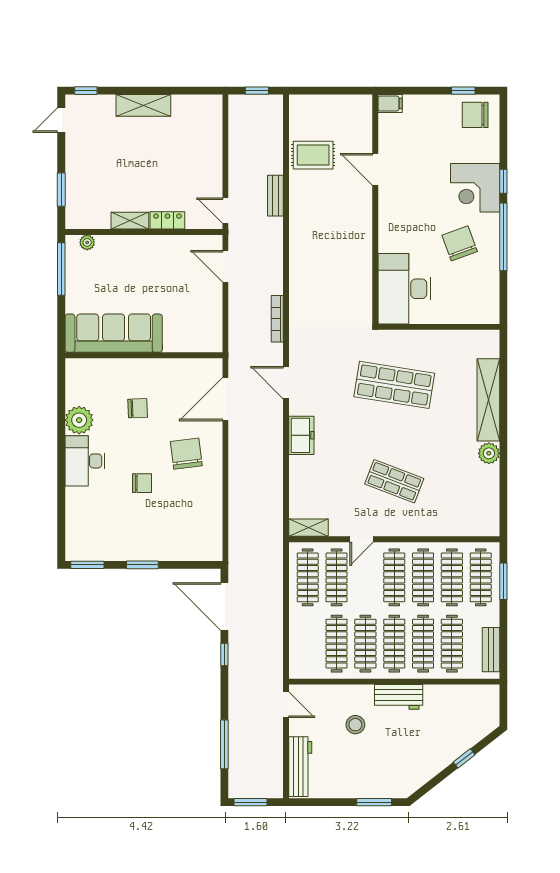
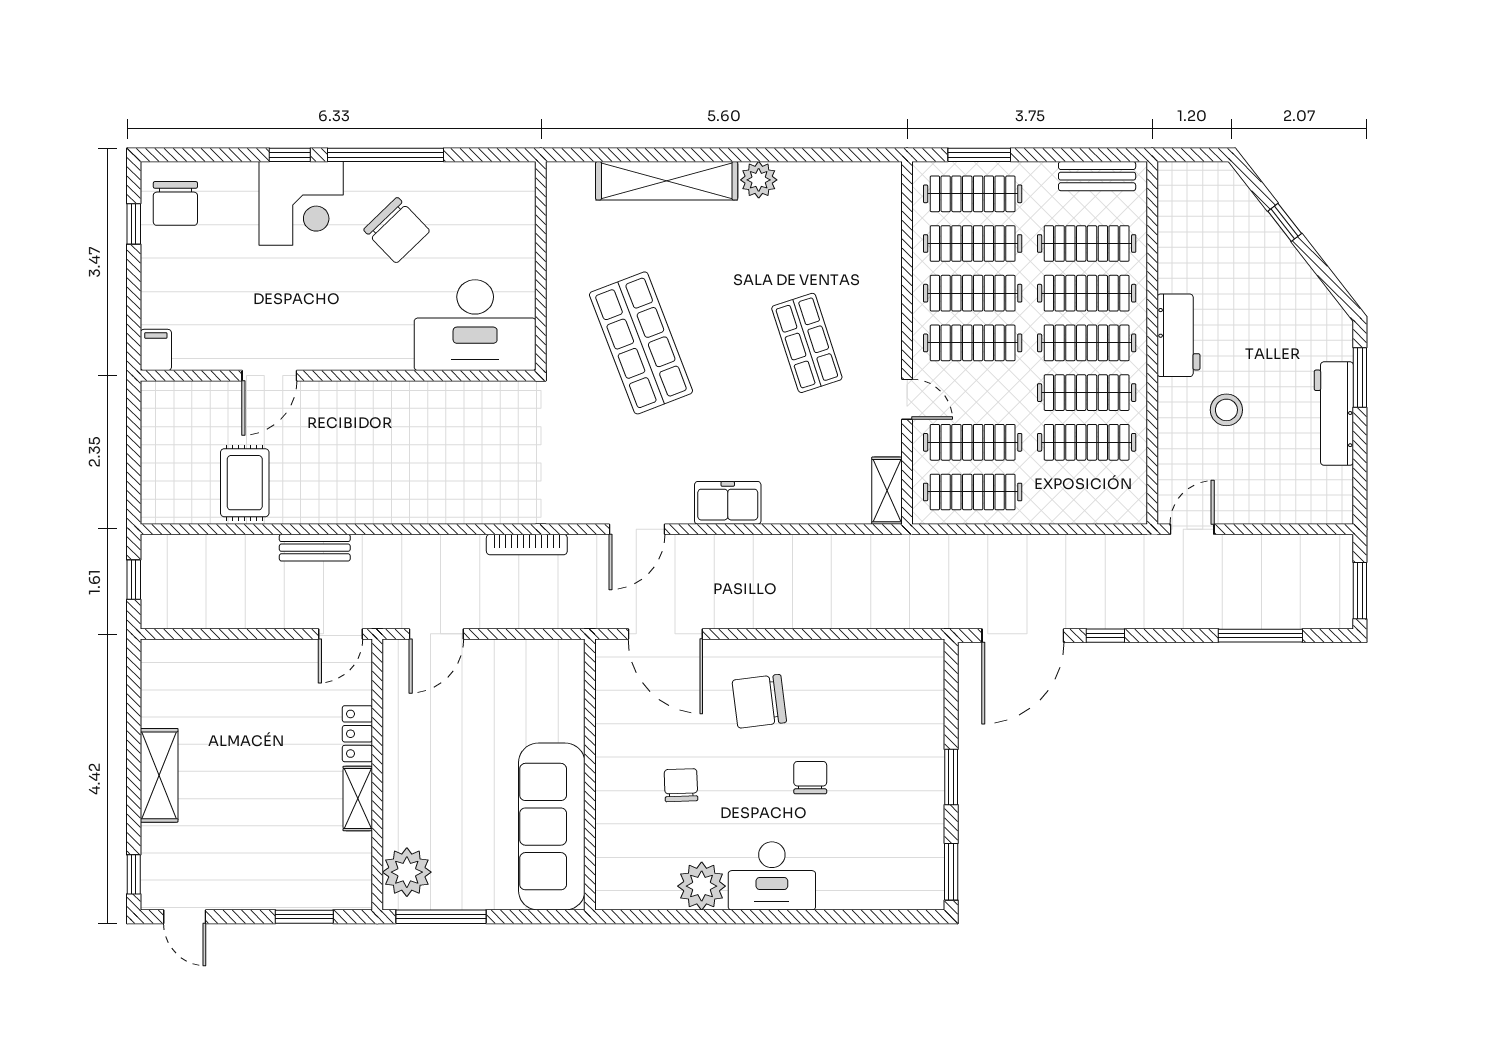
plant: (87, 242) -> (407, 872), width x1.88, depth x1.88
chair: (460, 243) -> (397, 230), turned -114
shop shelf: (394, 385) -> (641, 343), turned -30
shop shelf: (394, 481) -> (807, 343), turned -39
workbench: (300, 767) -> (1334, 414), moved, turned -90

